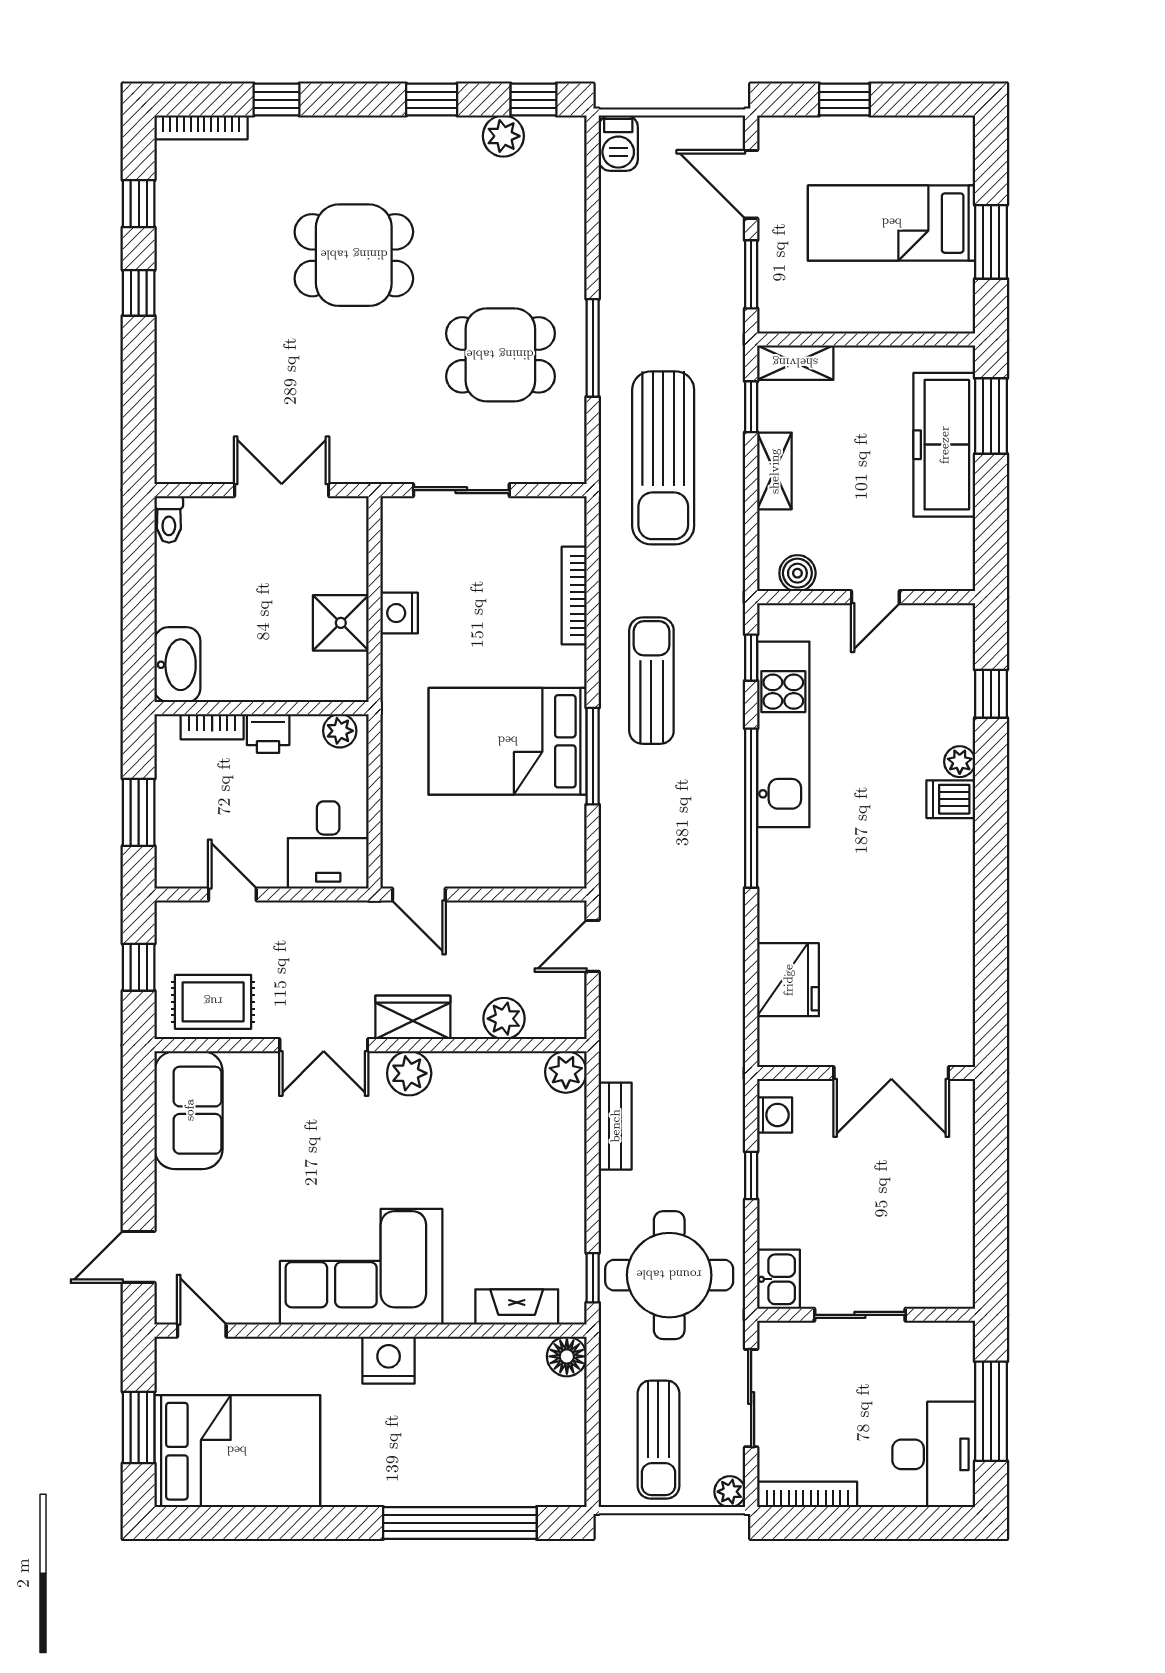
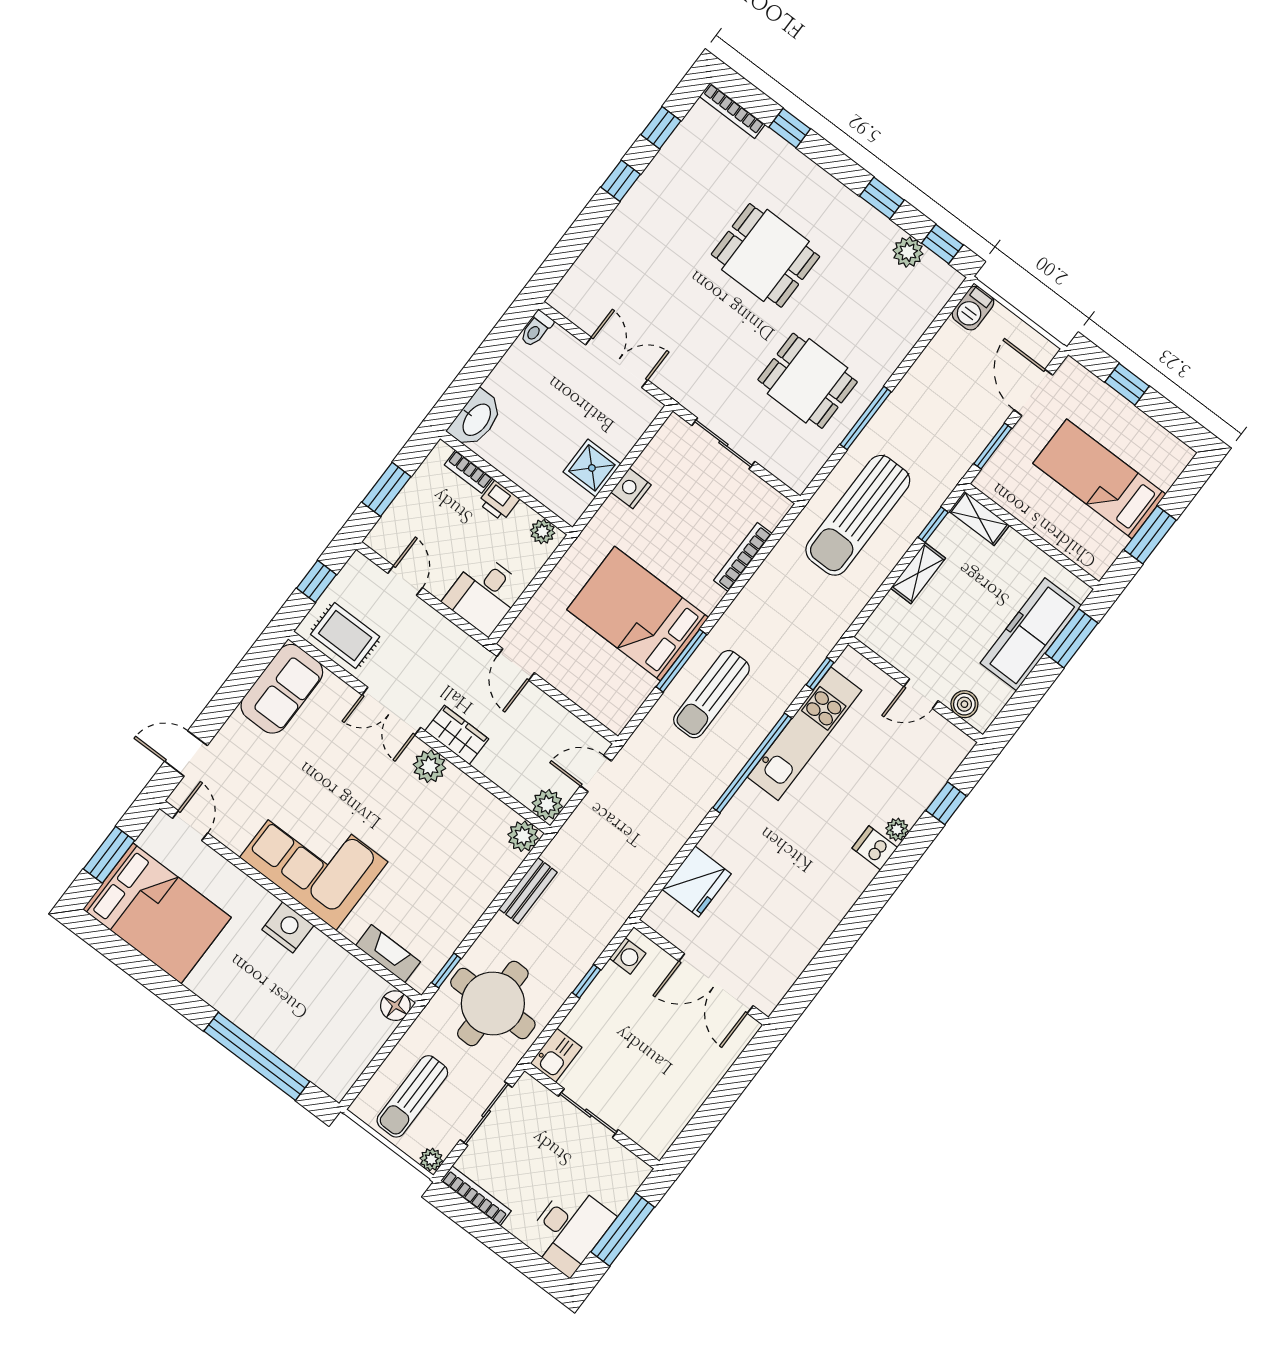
boiler: (797, 573) -> (964, 704), moved
sun lounger: (651, 681) -> (711, 694), moved, turned 180
plant: (504, 1019) -> (547, 805), moved

